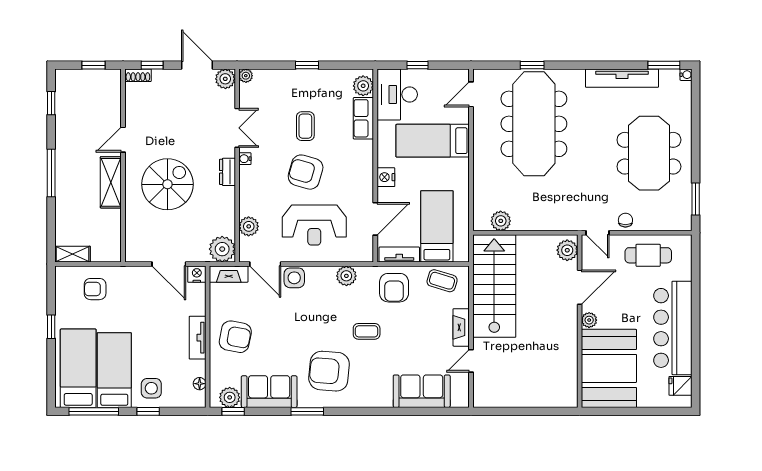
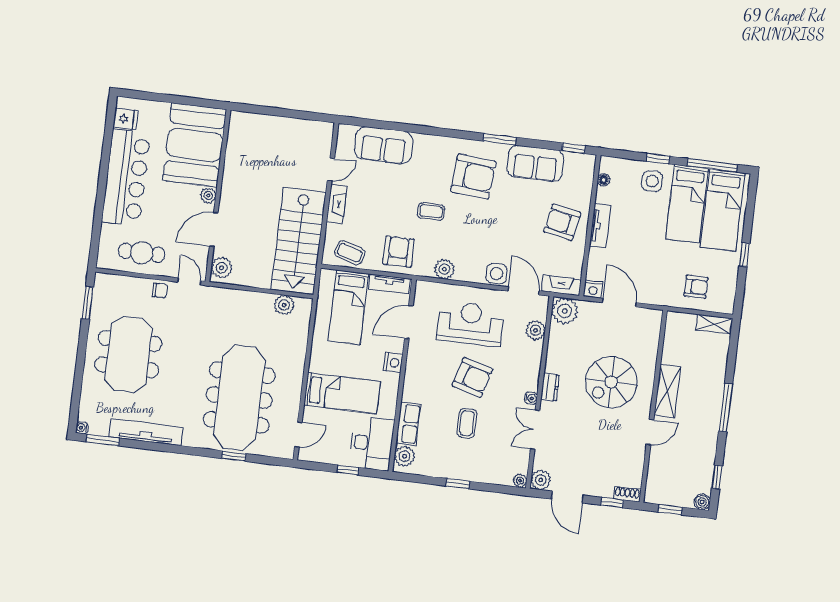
boiler: (63, 77) -> (702, 502), added
chair: (625, 220) -> (160, 291), turned -90
plant: (230, 397) -> (575, 163), removed

